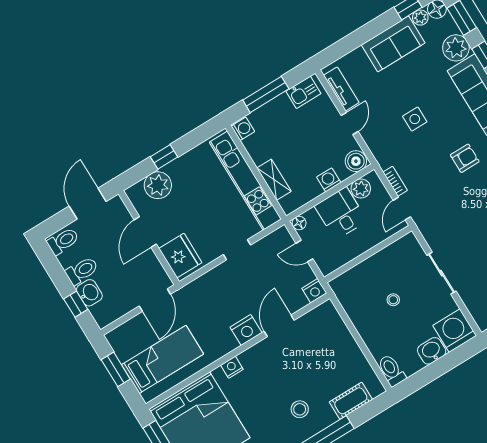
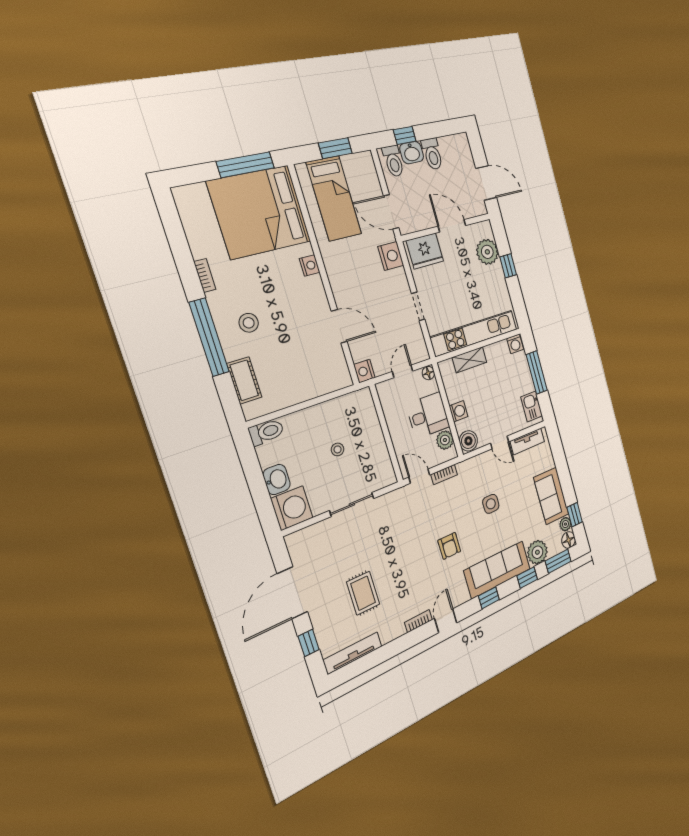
toilet: (63, 241) -> (393, 161), moved
nightstand: (246, 330) -> (391, 256), moved, turned 180

